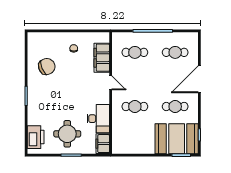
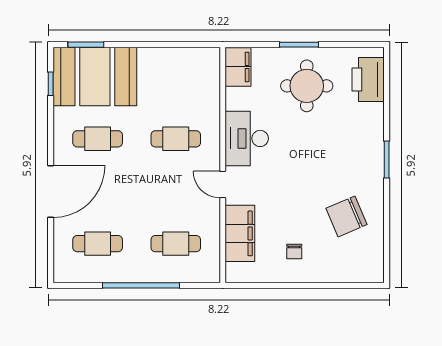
desk: (98, 119) -> (247, 138), moved

